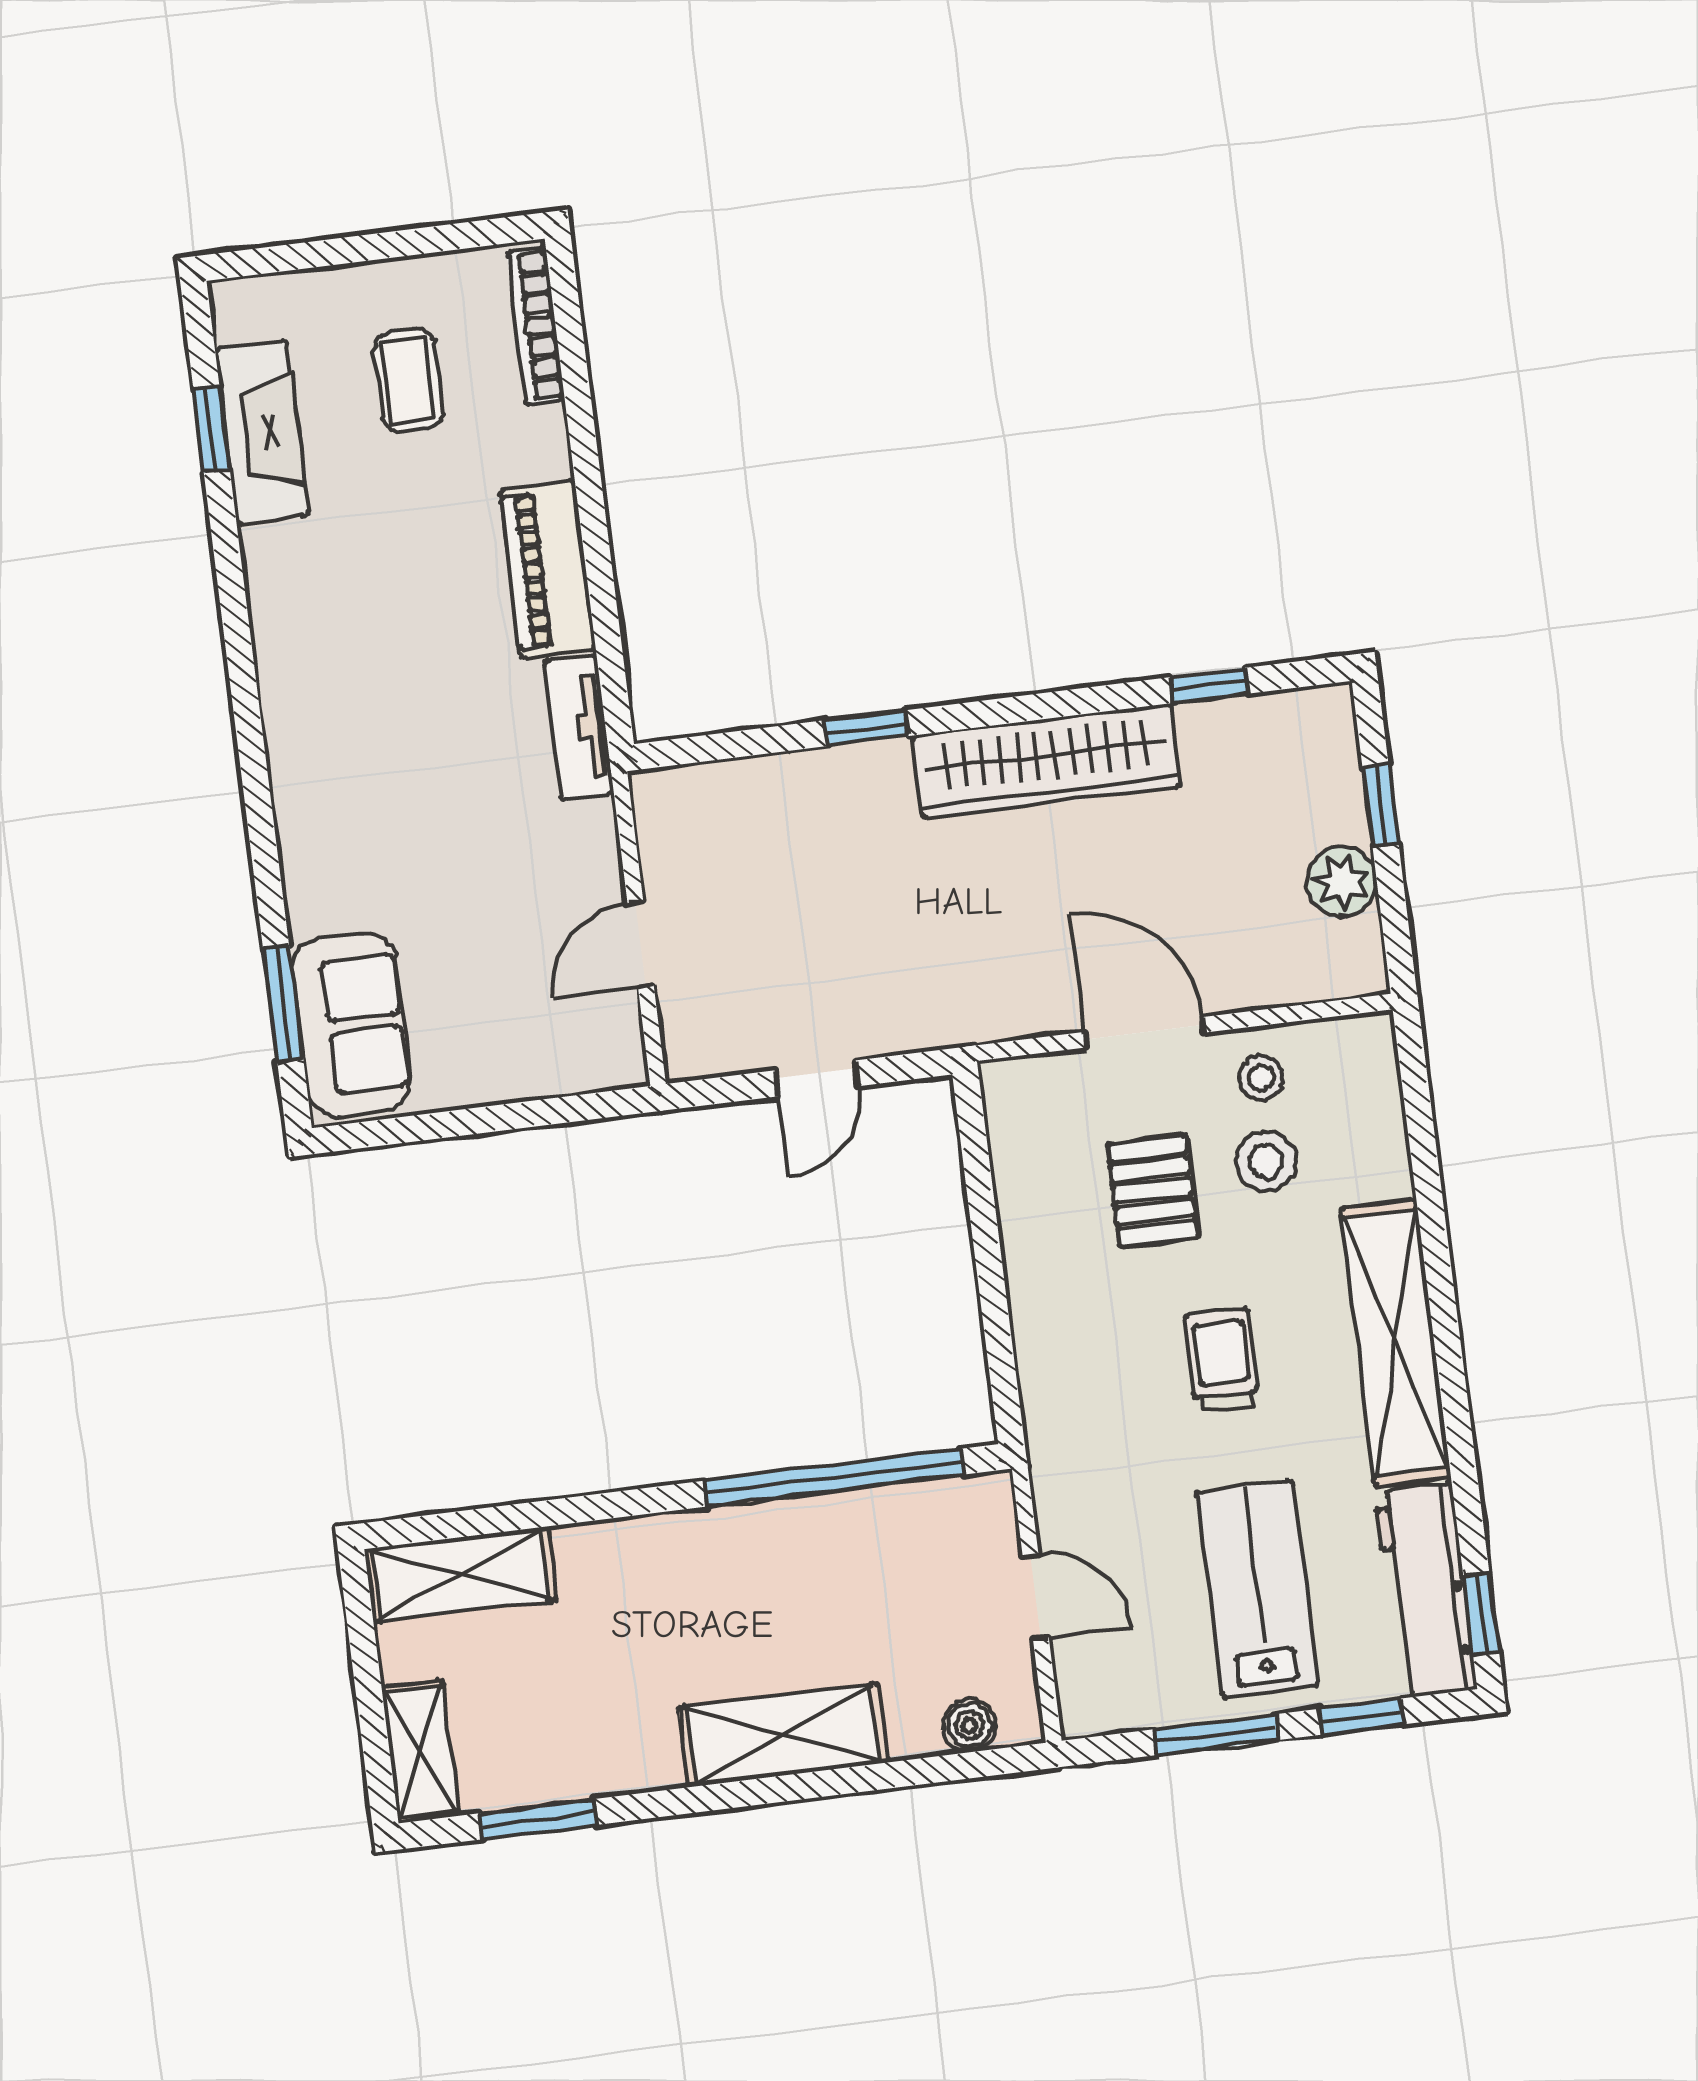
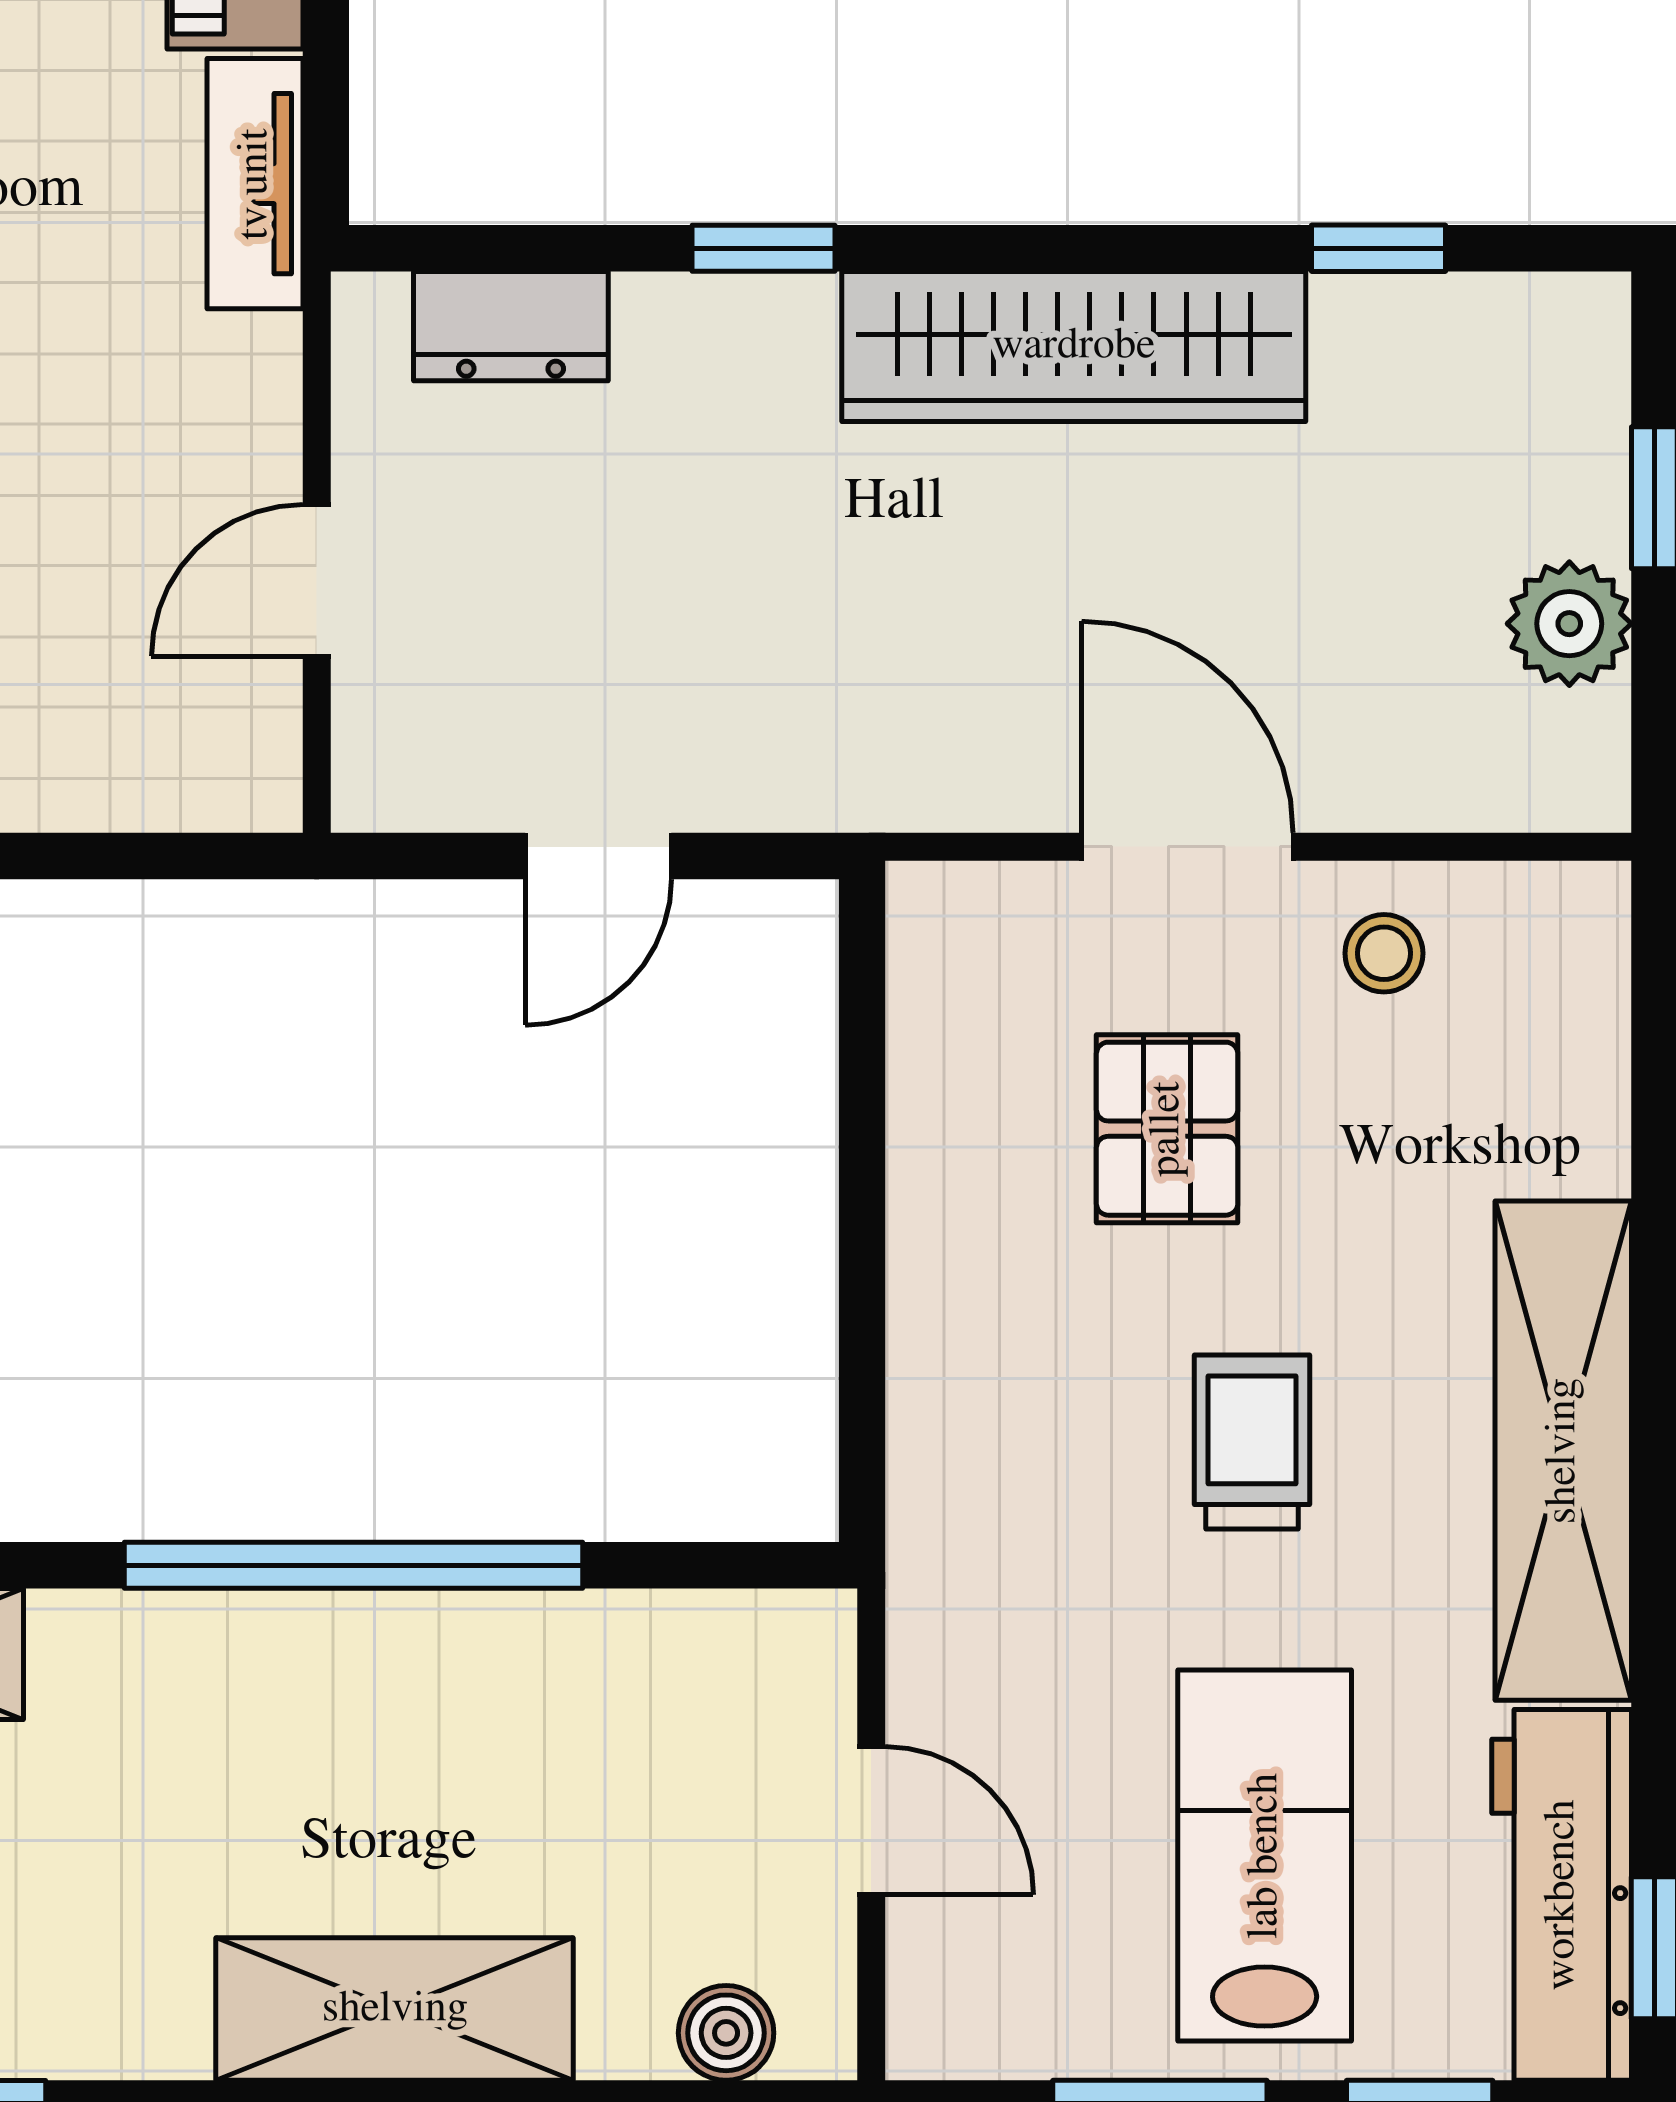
dresser: (731, 789) -> (511, 326), added
stool: (1266, 1161) -> (1374, 1102), removed
window: (834, 1478) -> (353, 1565), moved

